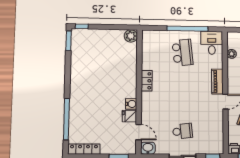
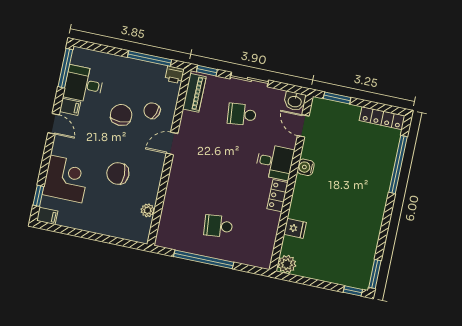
desk: (212, 43) -> (275, 162), moved, turned -90
school desk: (182, 53) -> (218, 226), width x0.54
piano: (217, 82) -> (194, 93), moved
fridge: (129, 116) -> (295, 228), moved

